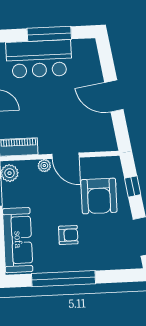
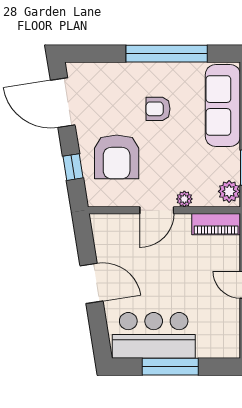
bar counter: (39, 59) -> (154, 335), moved
door: (65, 156) -> (157, 210), swing flipped
armchair: (99, 196) -> (117, 157), turned 180

